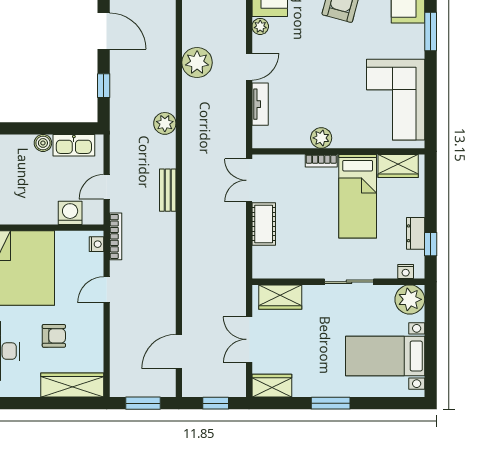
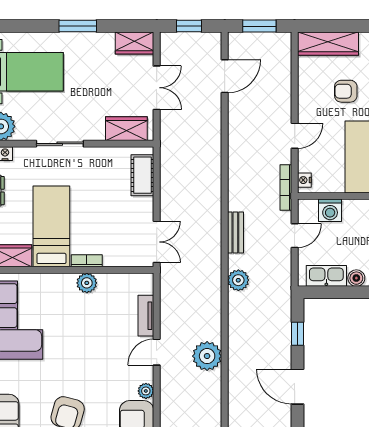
plant: (165, 123) -> (238, 280), moved
cot: (264, 224) -> (142, 175), moved

